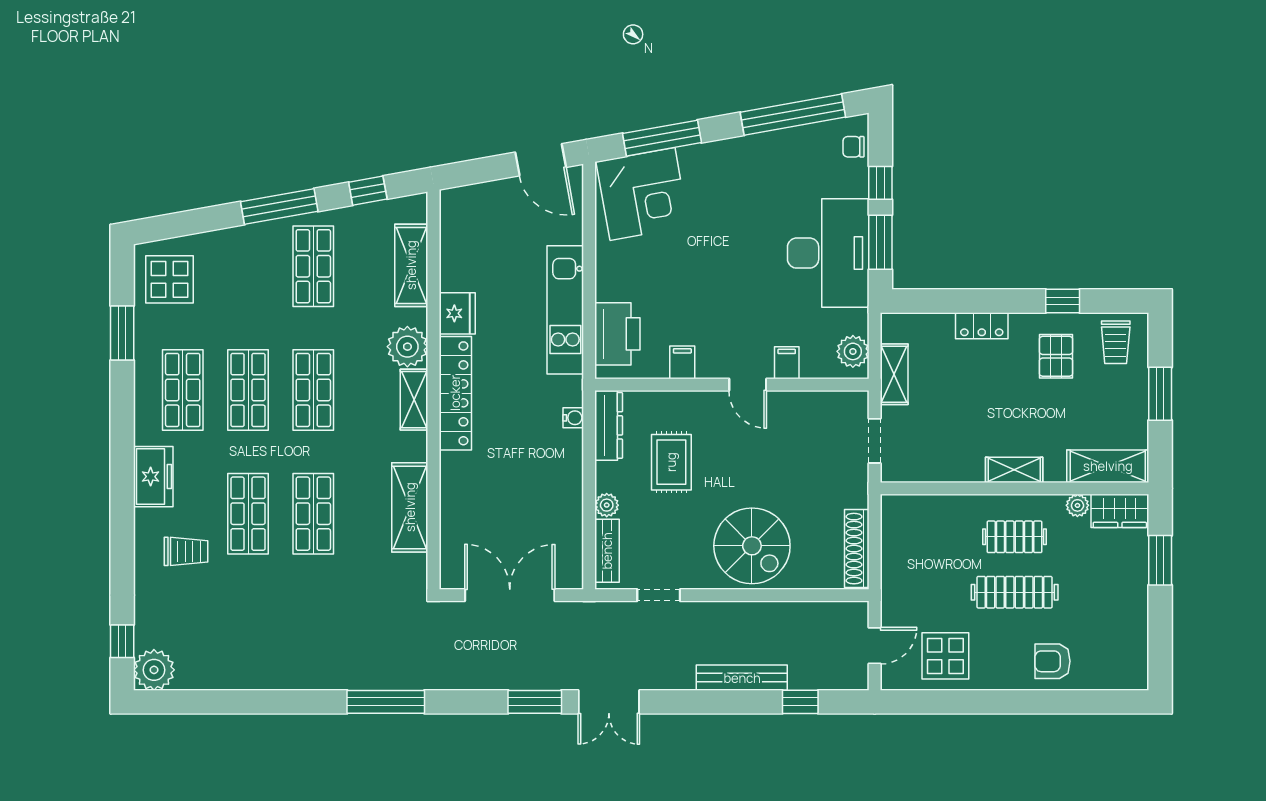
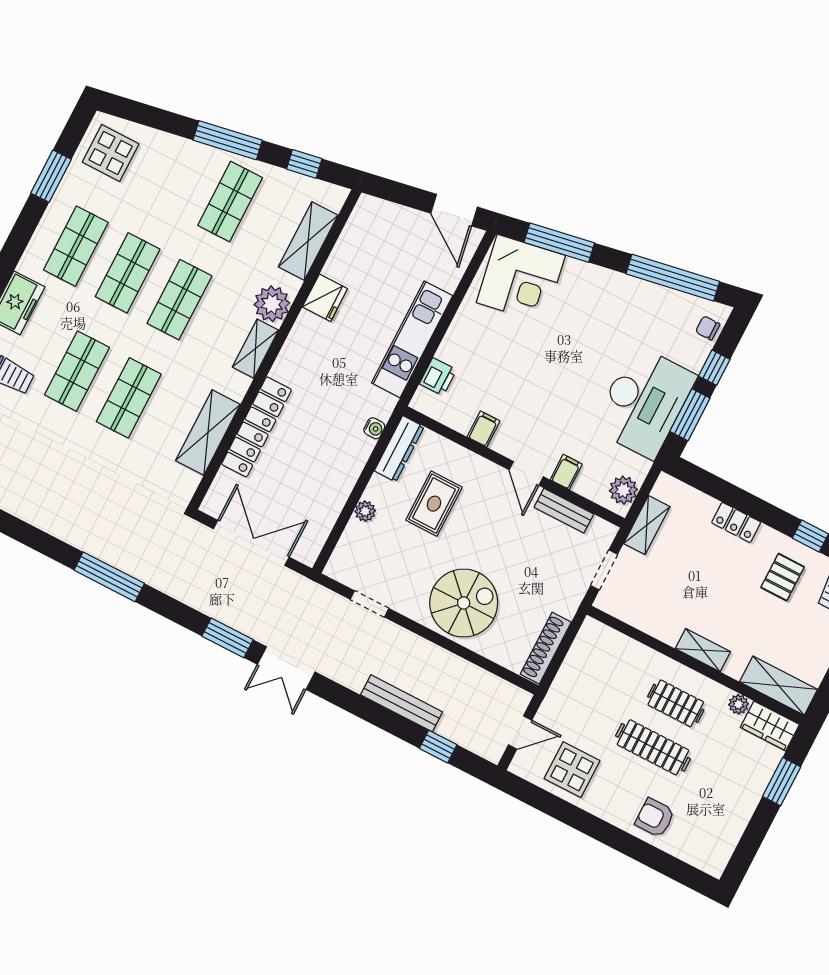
printer: (617, 334) -> (438, 377), width x0.53, depth x0.68
locker: (455, 393) -> (257, 427), moved
spiral stairs: (752, 546) -> (464, 603), turned -90
bench: (607, 551) -> (564, 511), moved, turned 90

